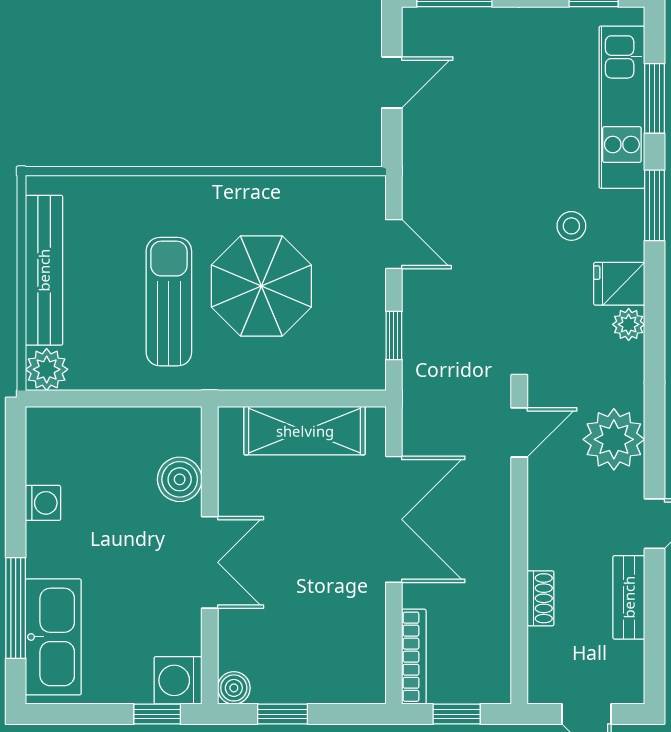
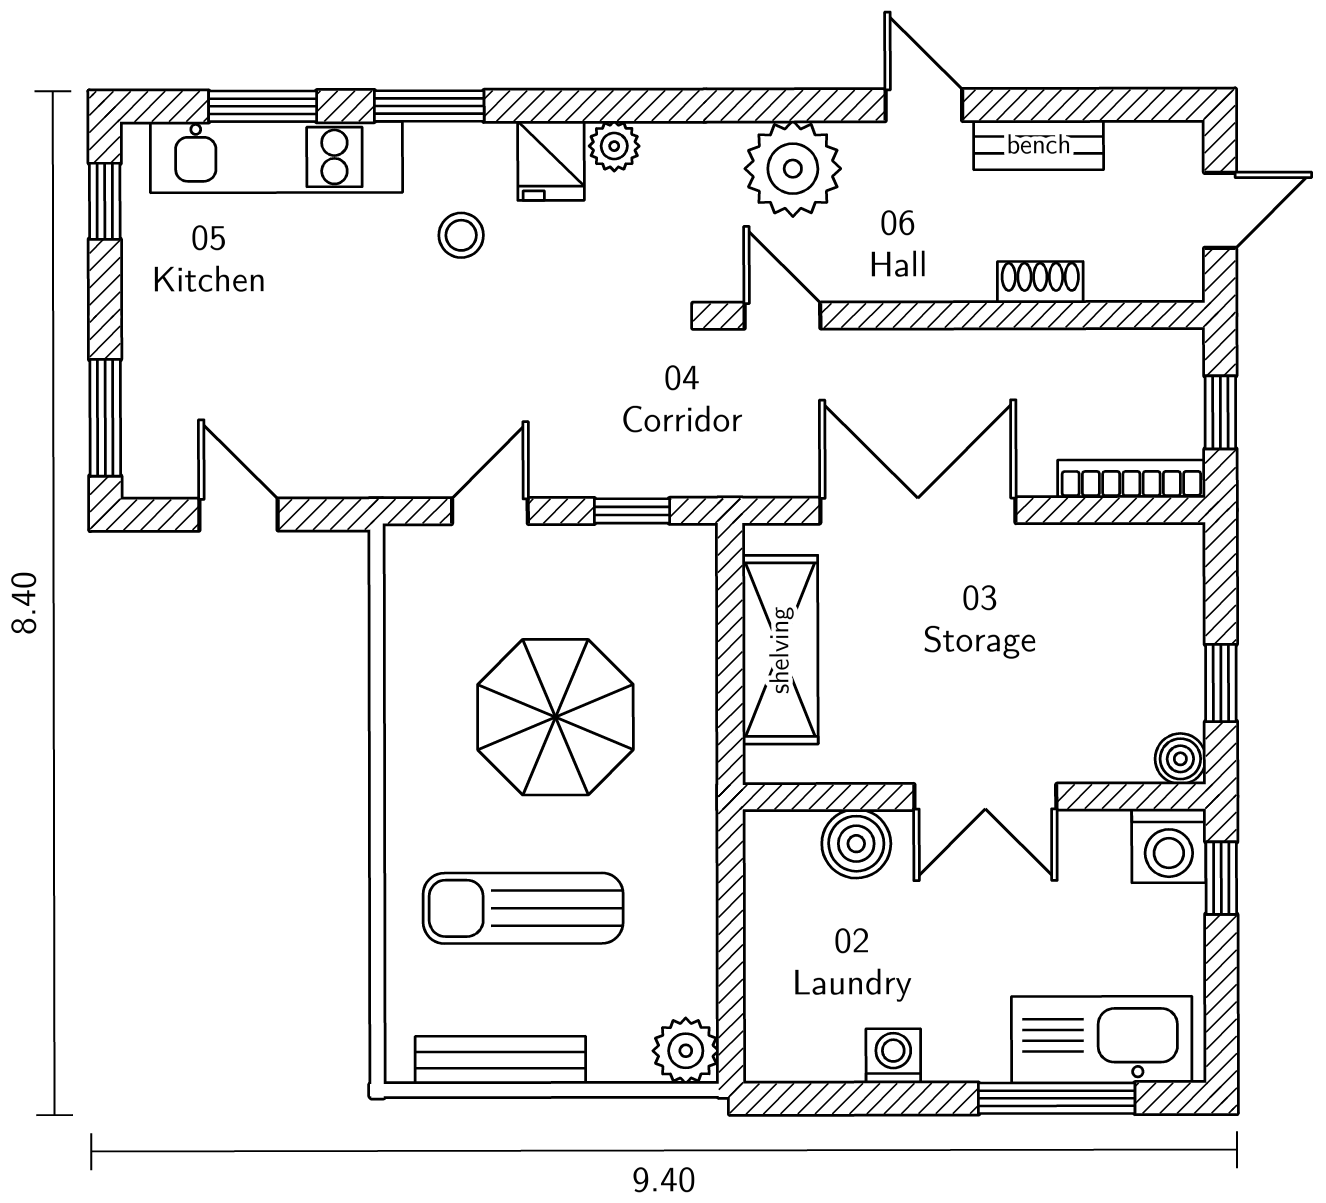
bench: (44, 270) -> (500, 1060), width x0.73, depth x0.82
sun lounger: (169, 302) -> (523, 908), moved
double door: (210, 562) -> (985, 797), swing flipped

